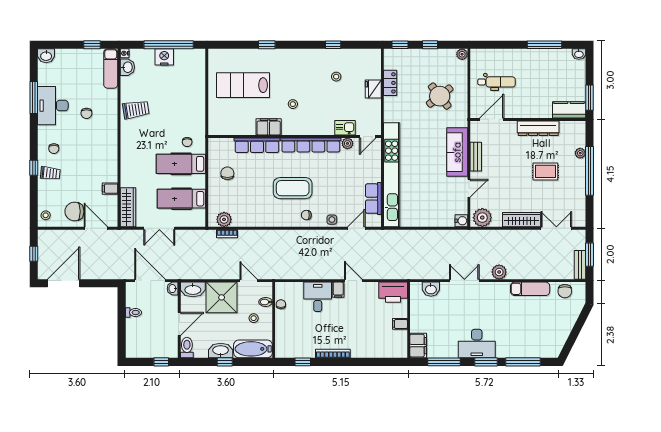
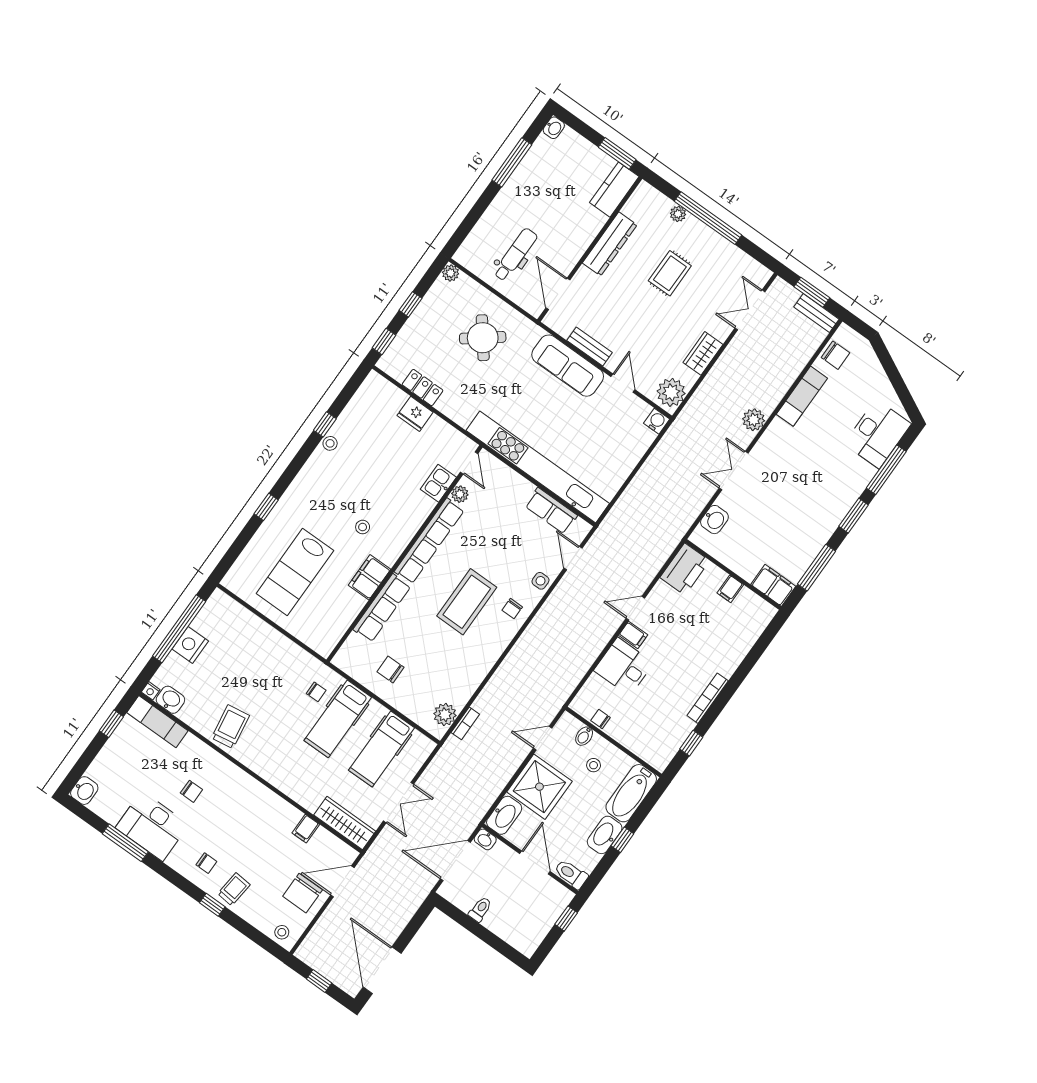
stool: (336, 77) -> (330, 443), moved
wardrobe: (521, 220) -> (703, 353), width x0.67
desk: (477, 344) -> (878, 434), moved

